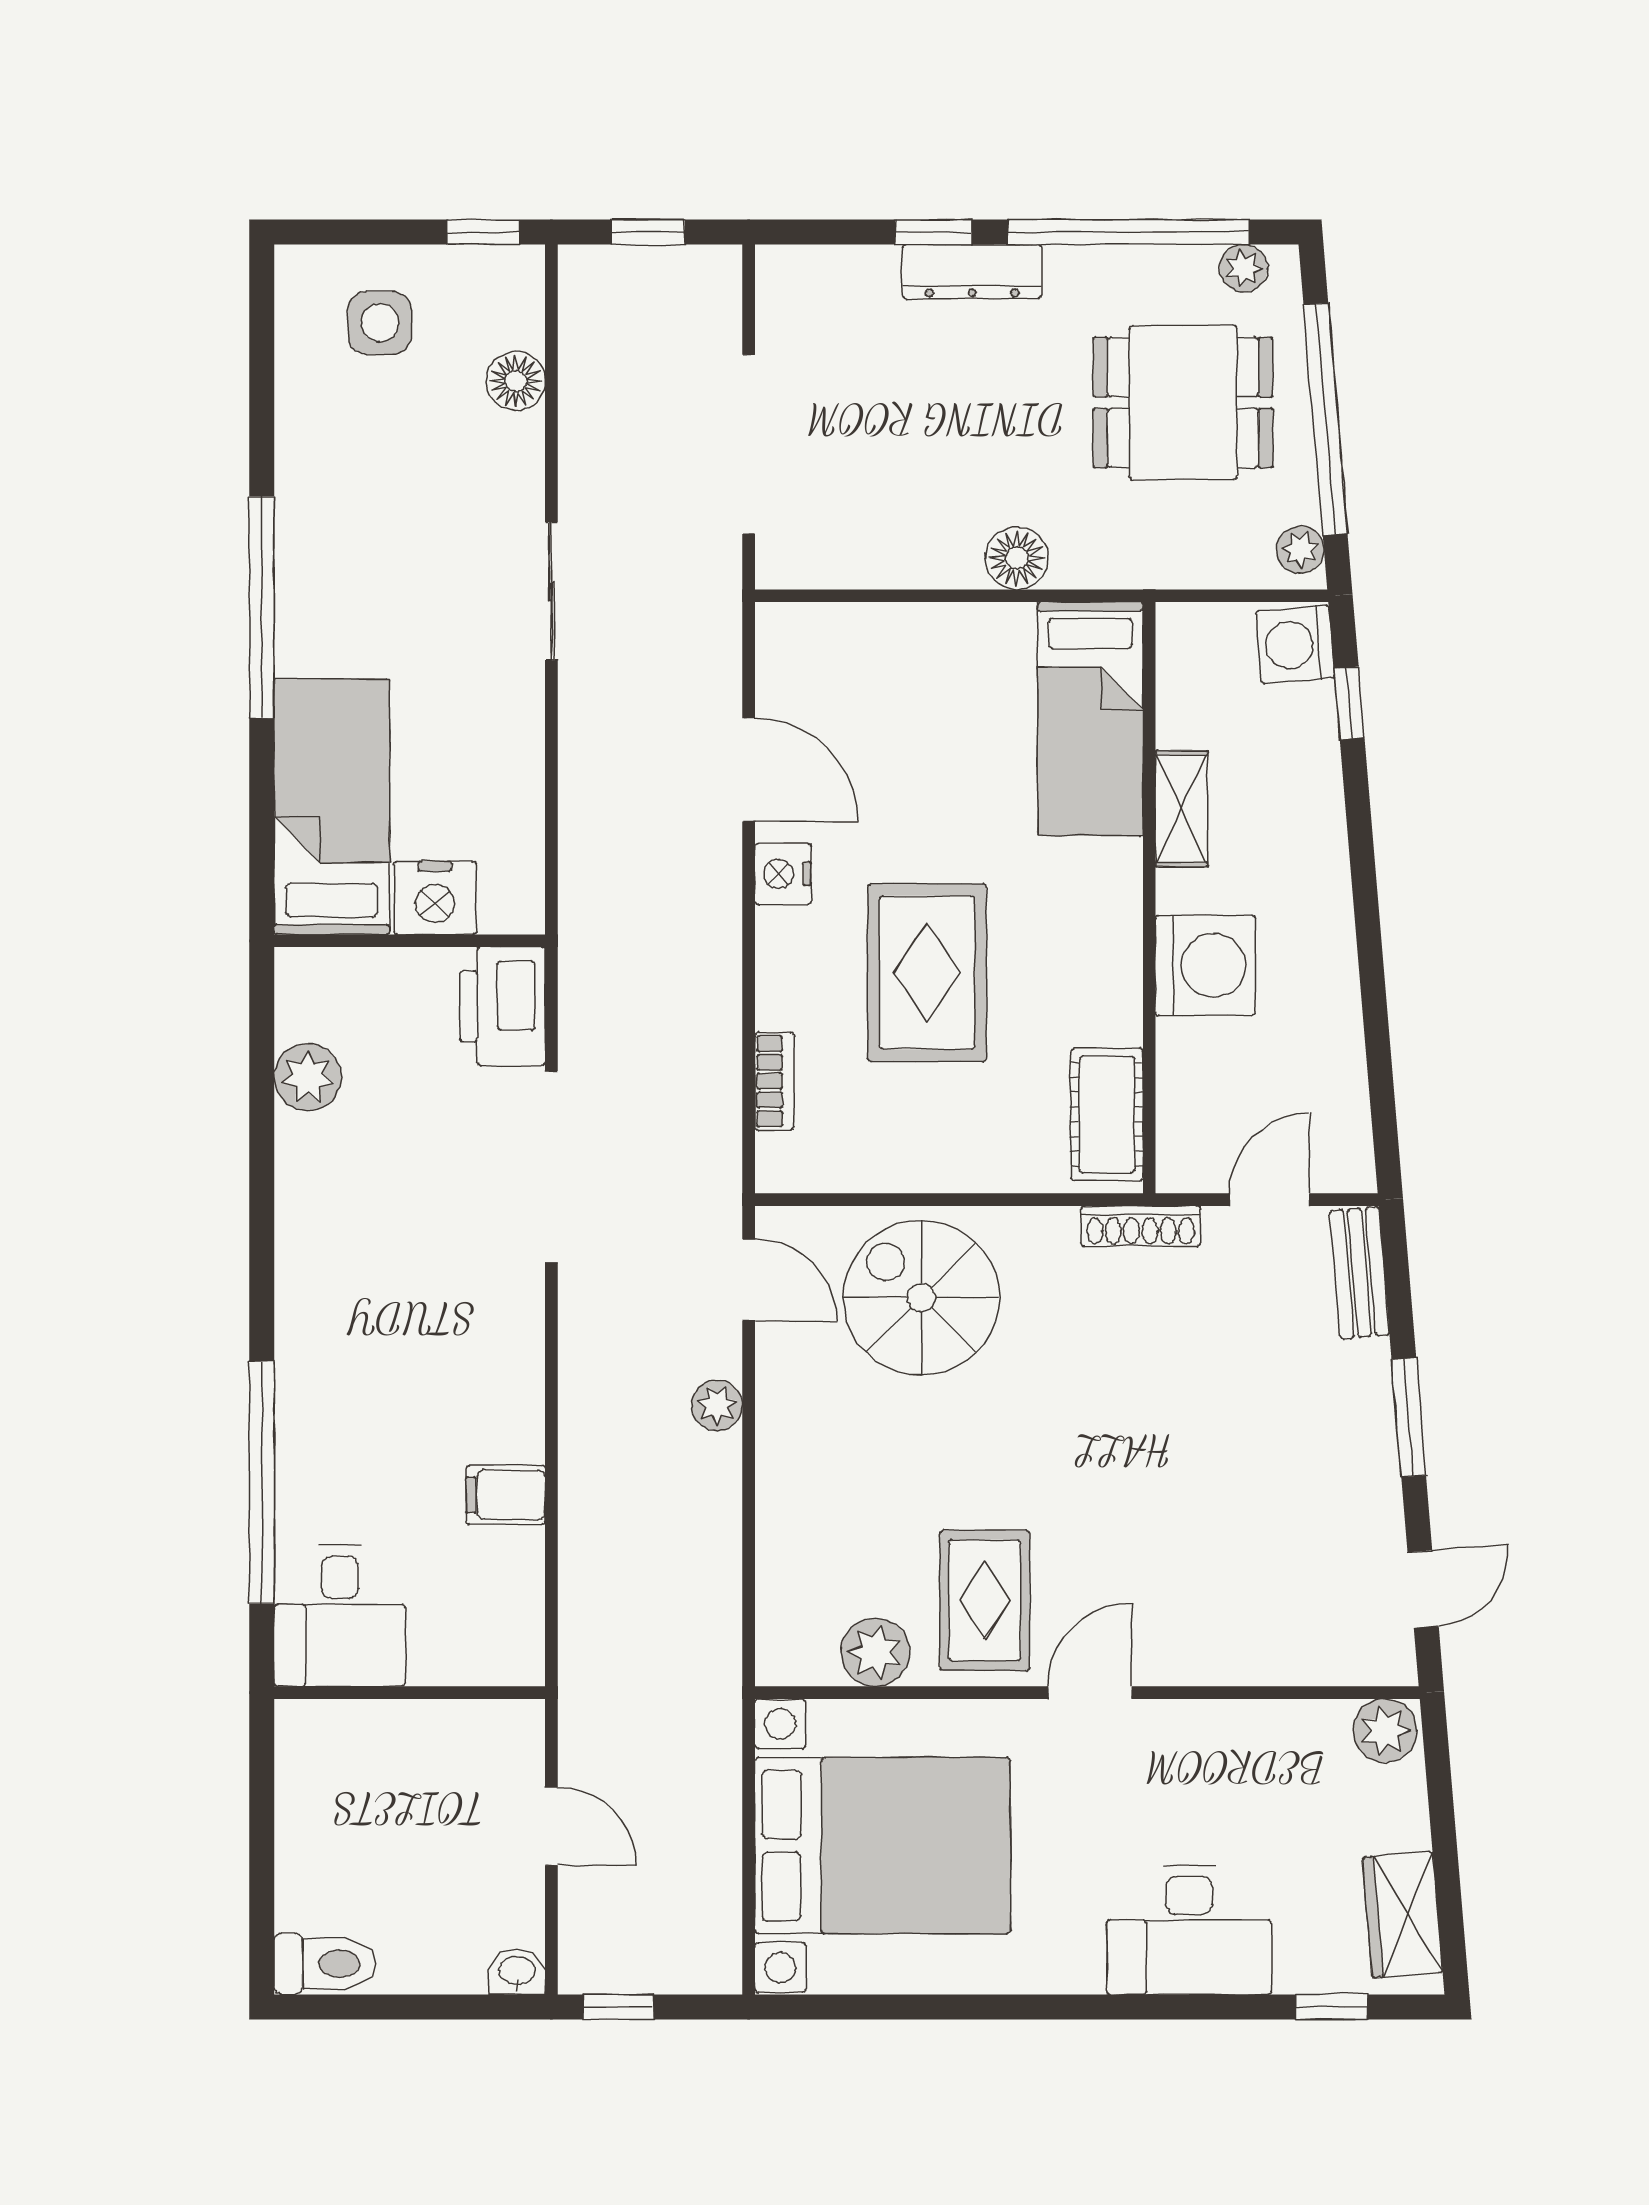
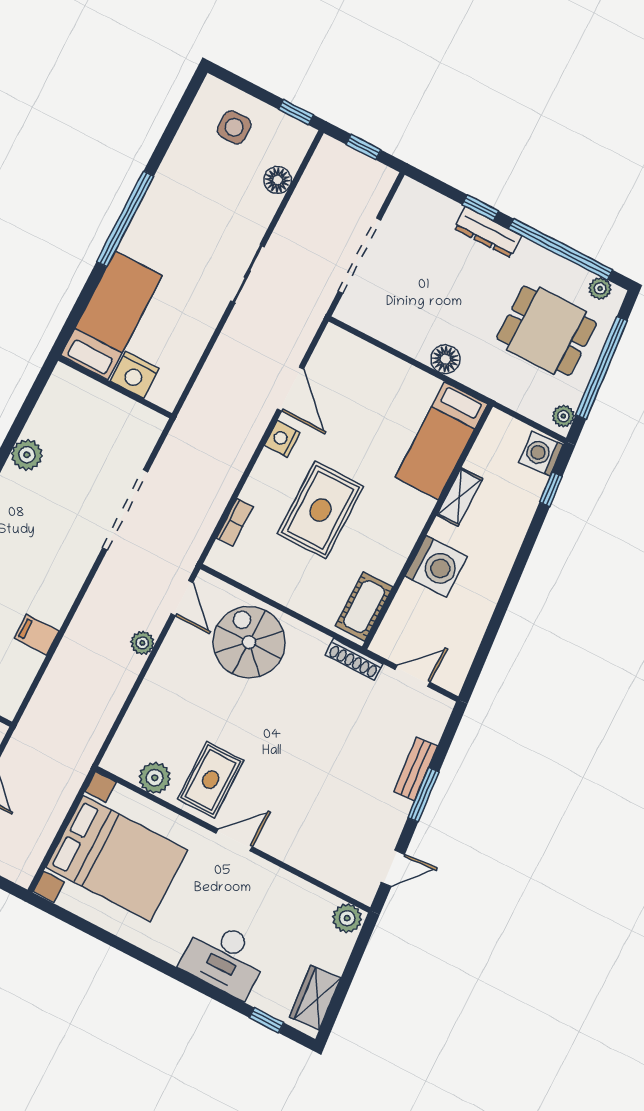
printer: (503, 1006) -> (139, 434), removed
plant: (308, 1077) -> (27, 455), moved
bench: (1360, 1273) -> (416, 769), moved

